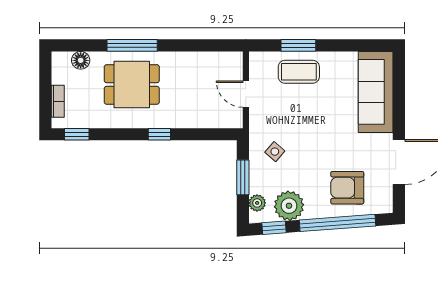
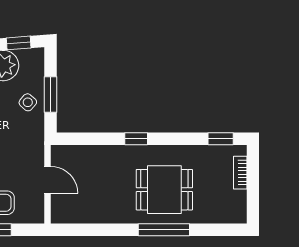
floor lamp: (81, 60) -> (217, 214), removed
side table: (275, 152) -> (28, 102), moved
plant: (257, 203) -> (36, 68), removed

